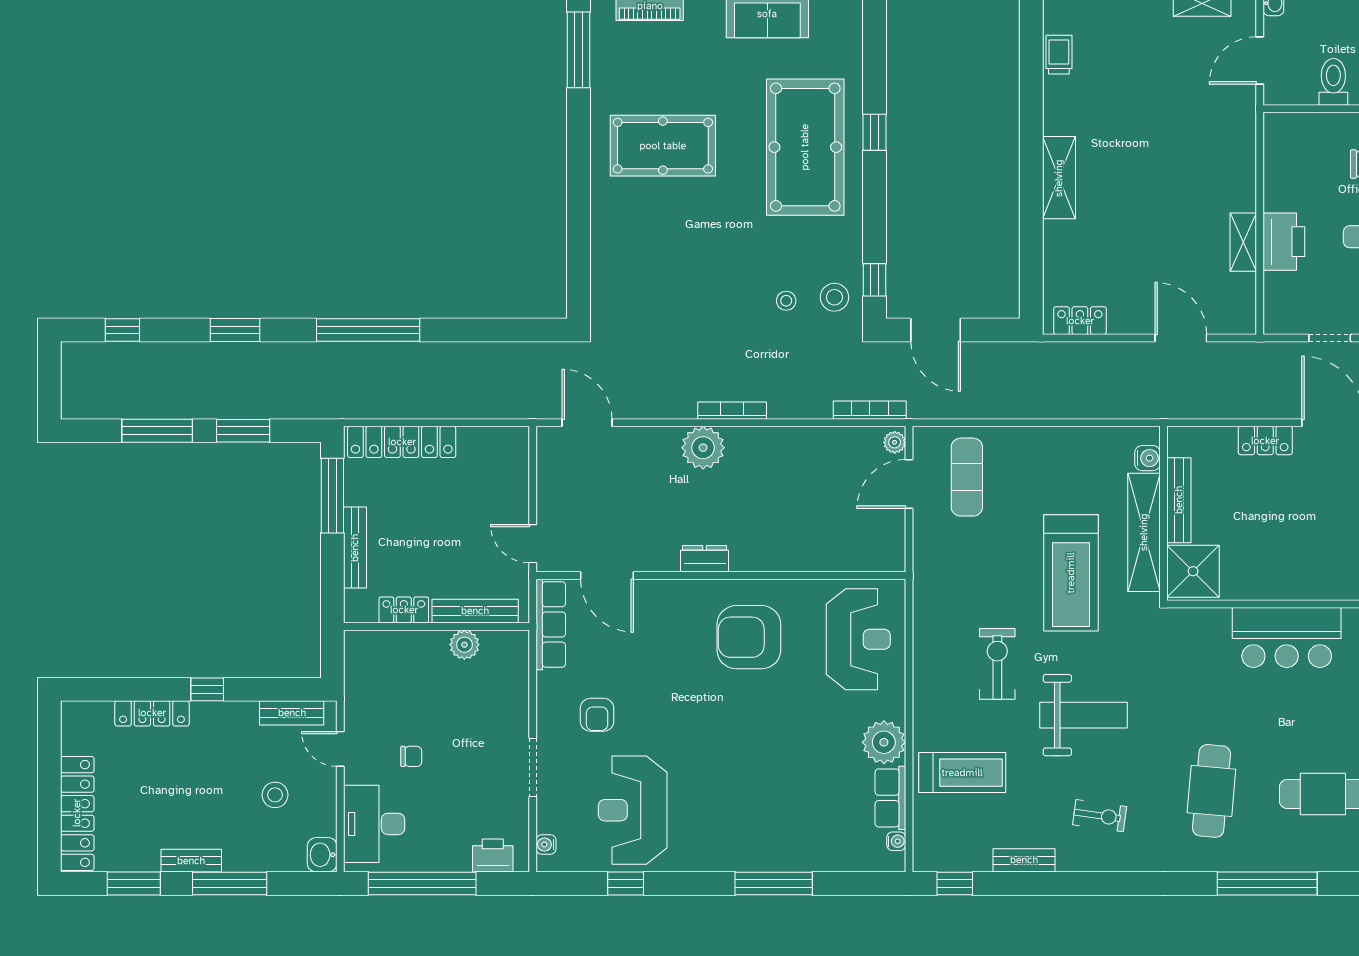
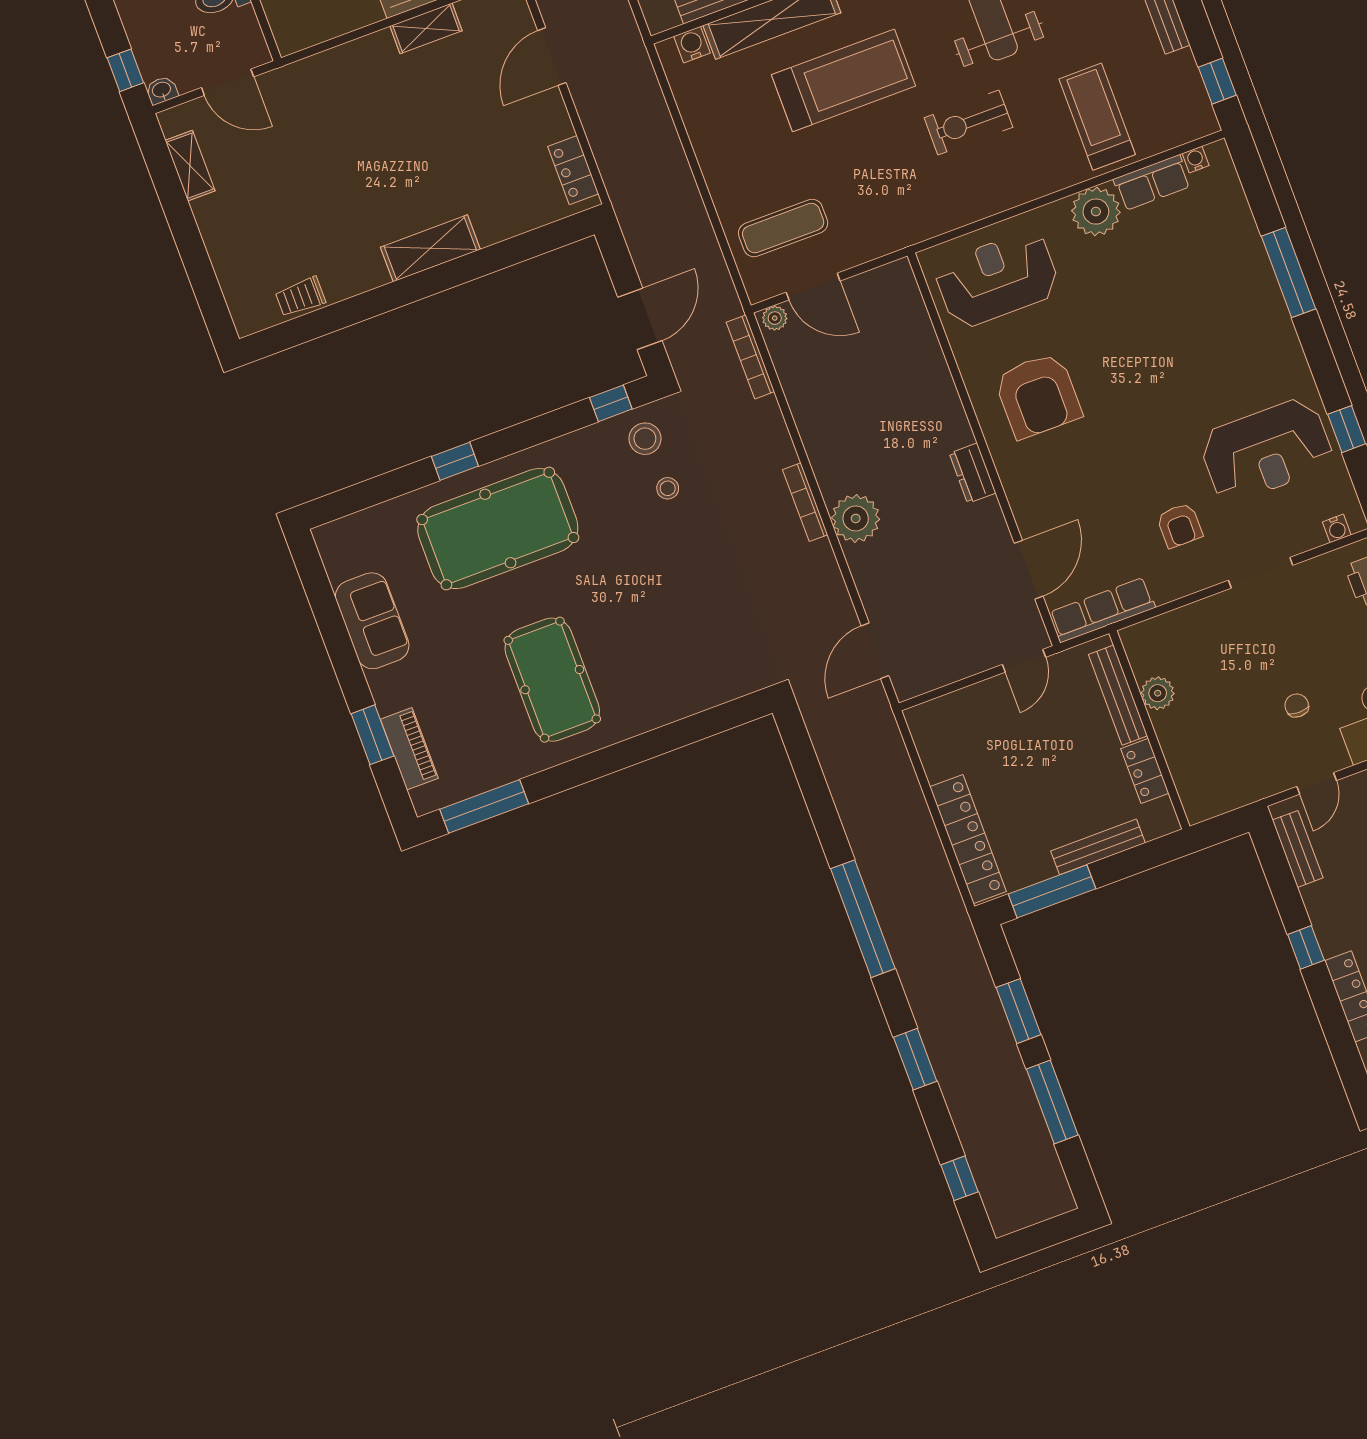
armchair: (597, 715) -> (1180, 525), turned 90

